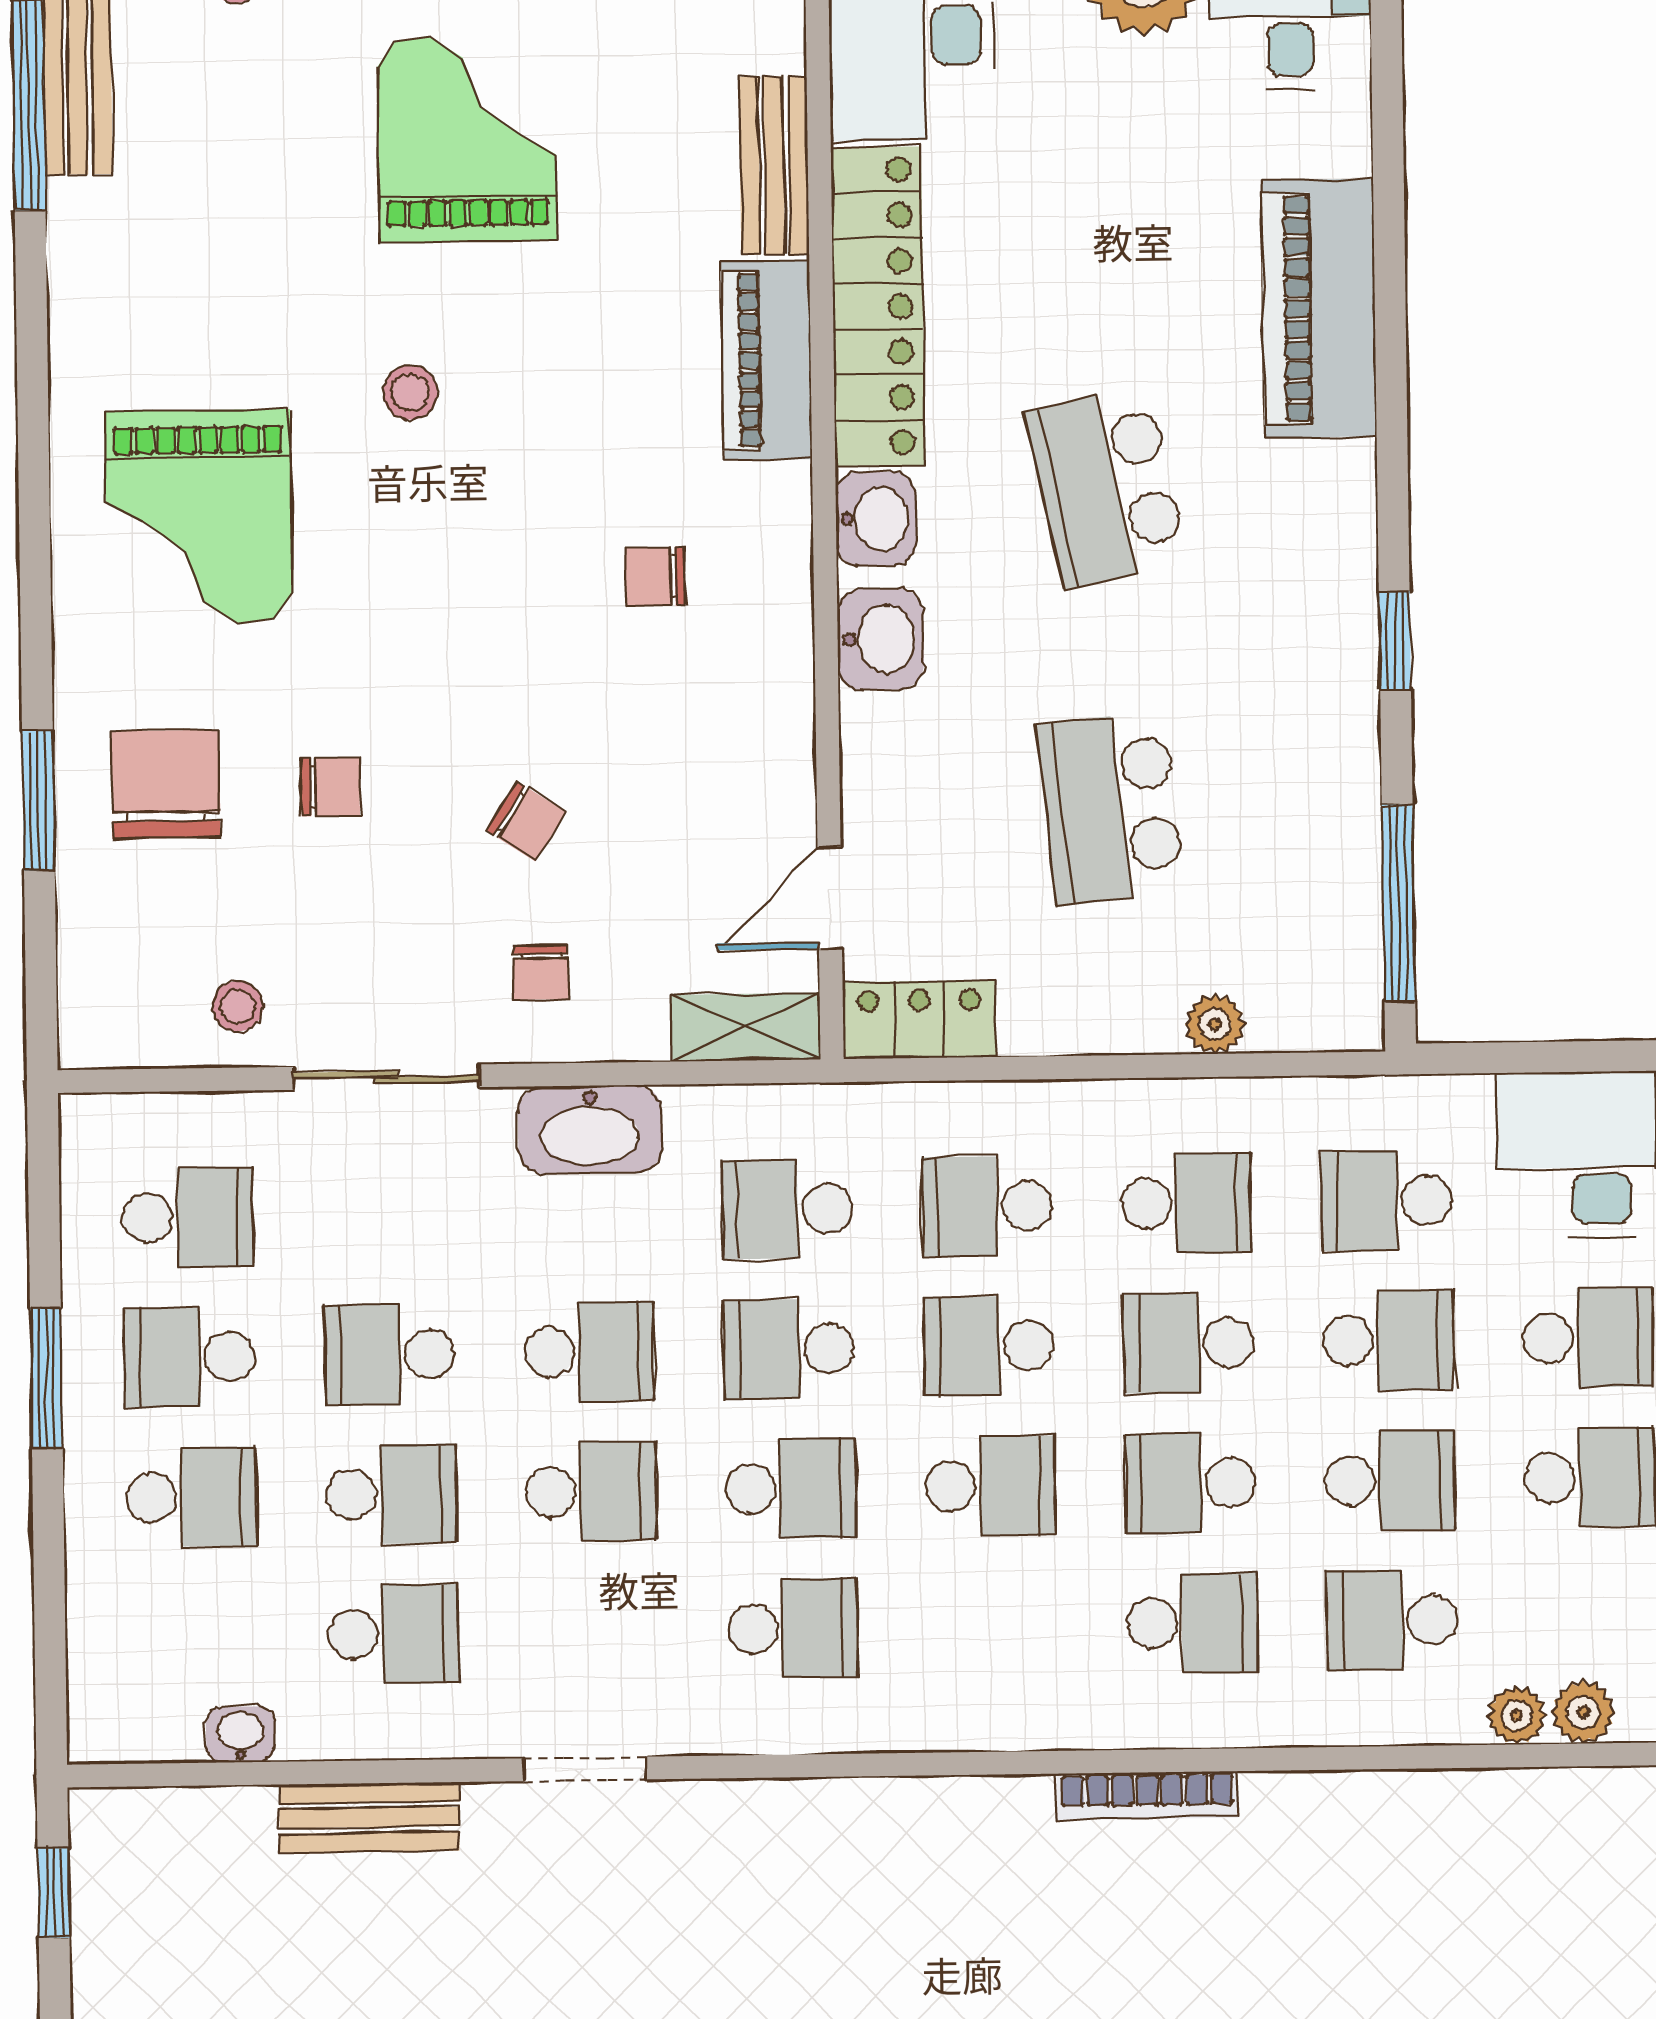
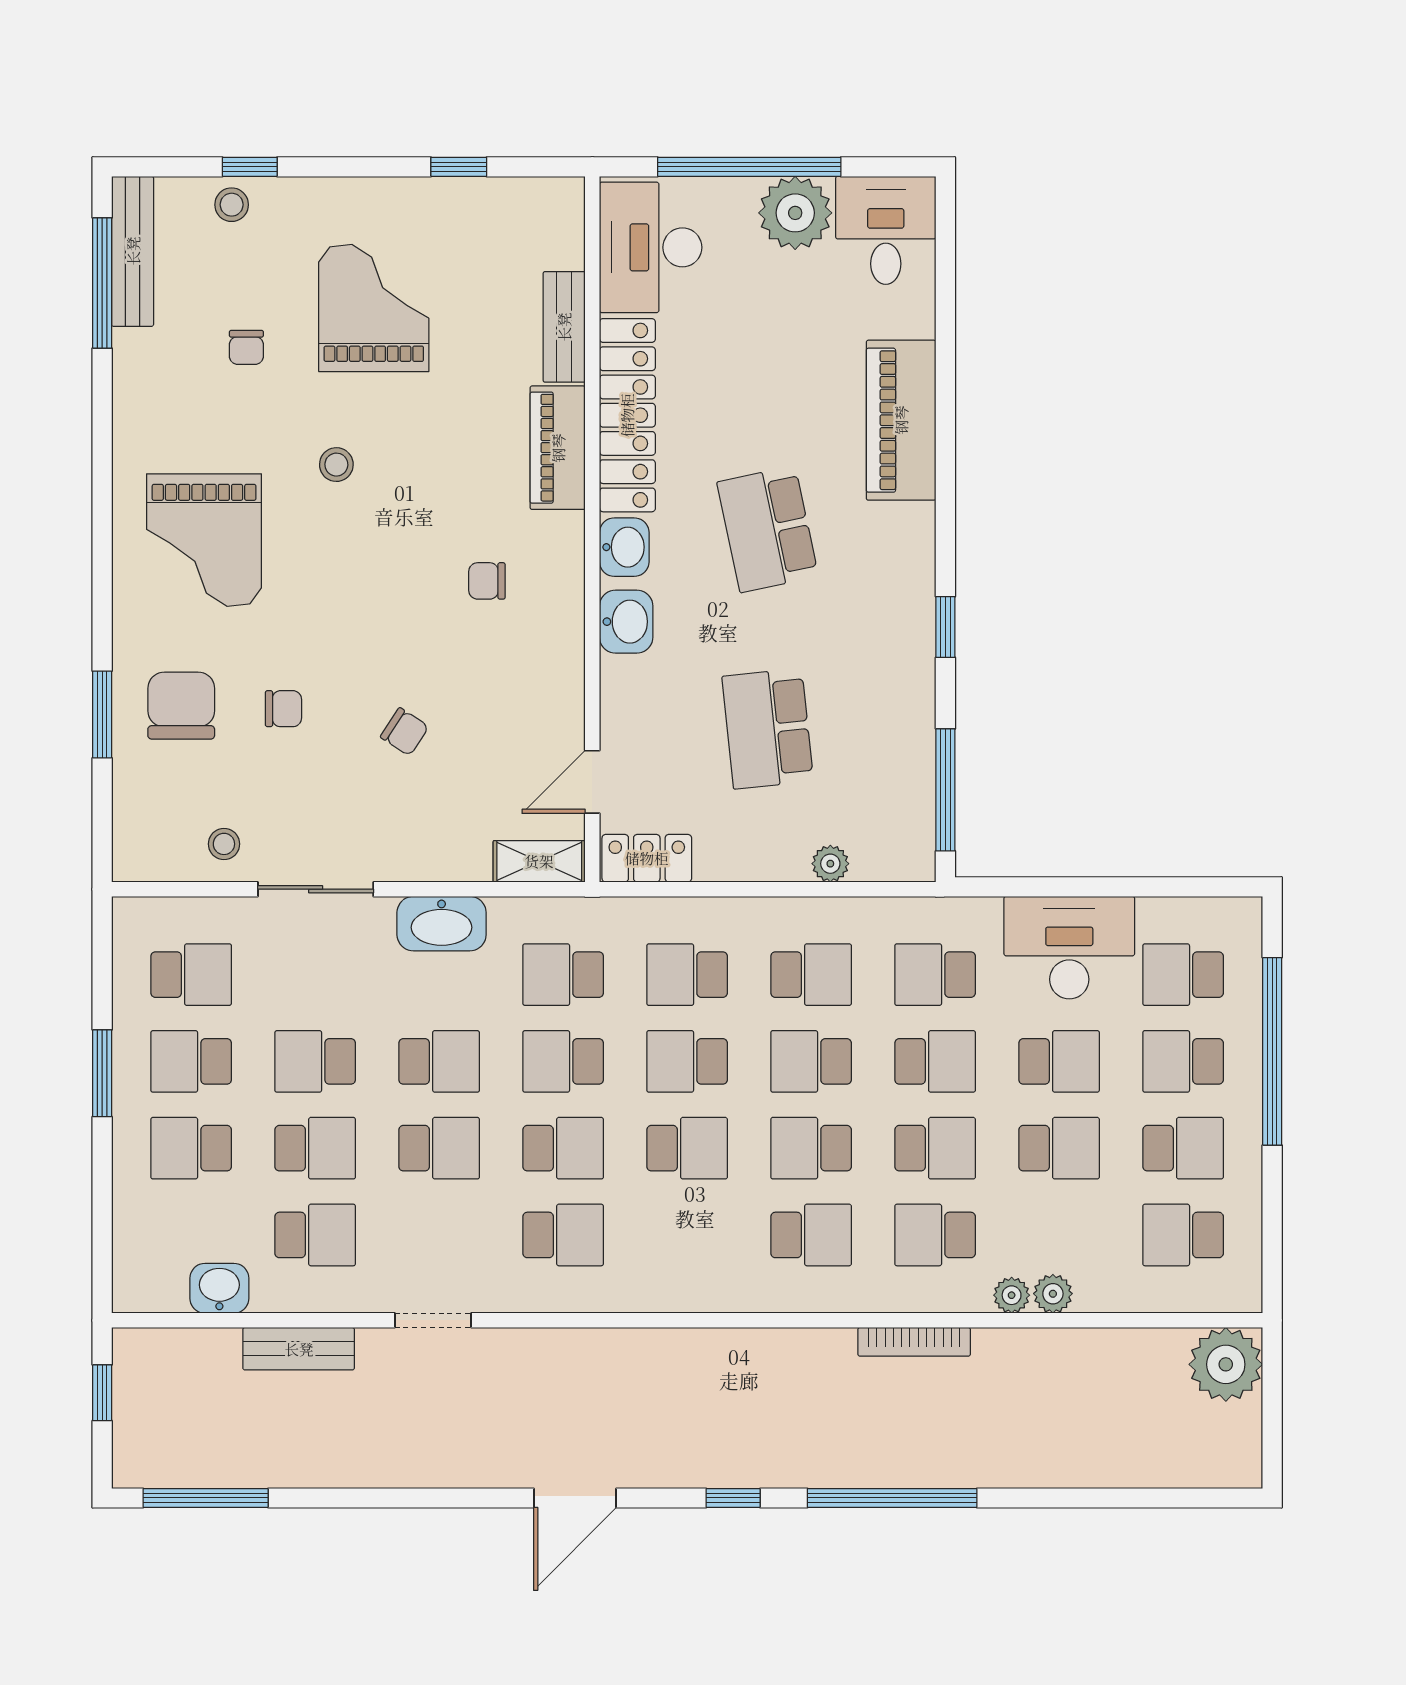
chair: (541, 972) -> (246, 347), moved
school desk: (192, 1497) -> (191, 1148), turned 180
washbasin: (240, 1734) -> (219, 1288), width x1.38, depth x1.45
bookcase: (1147, 1796) -> (914, 1342), moved

